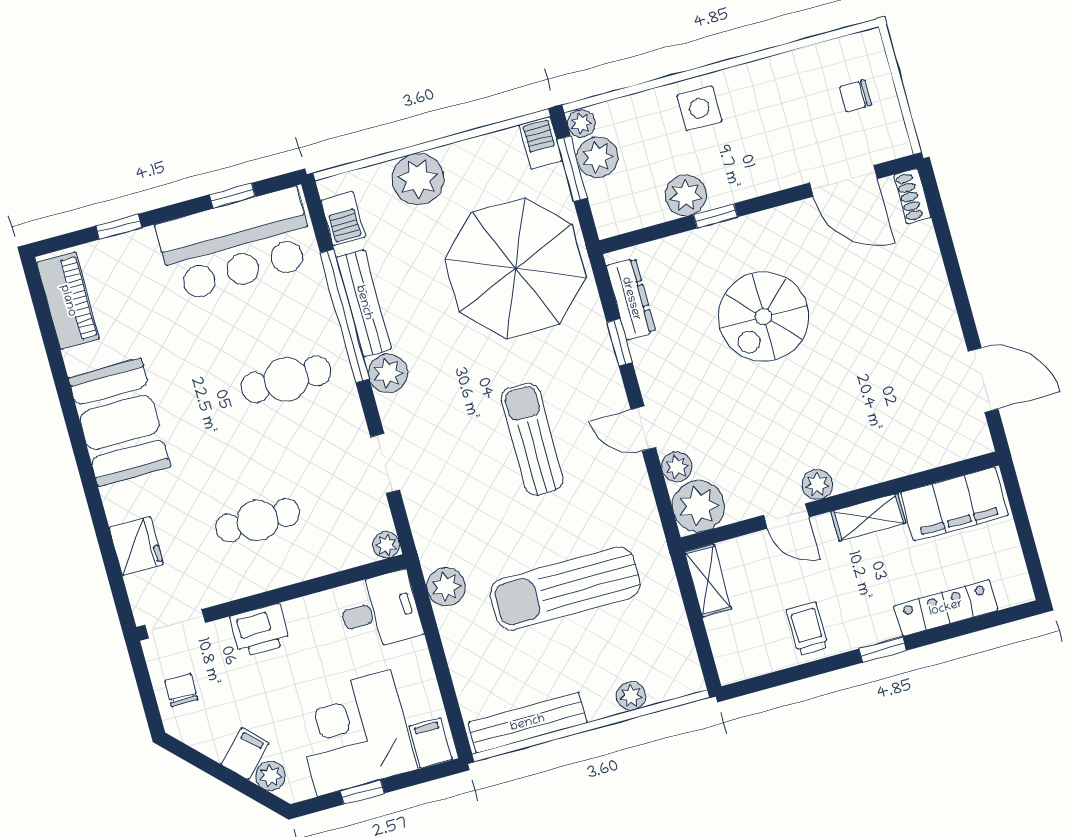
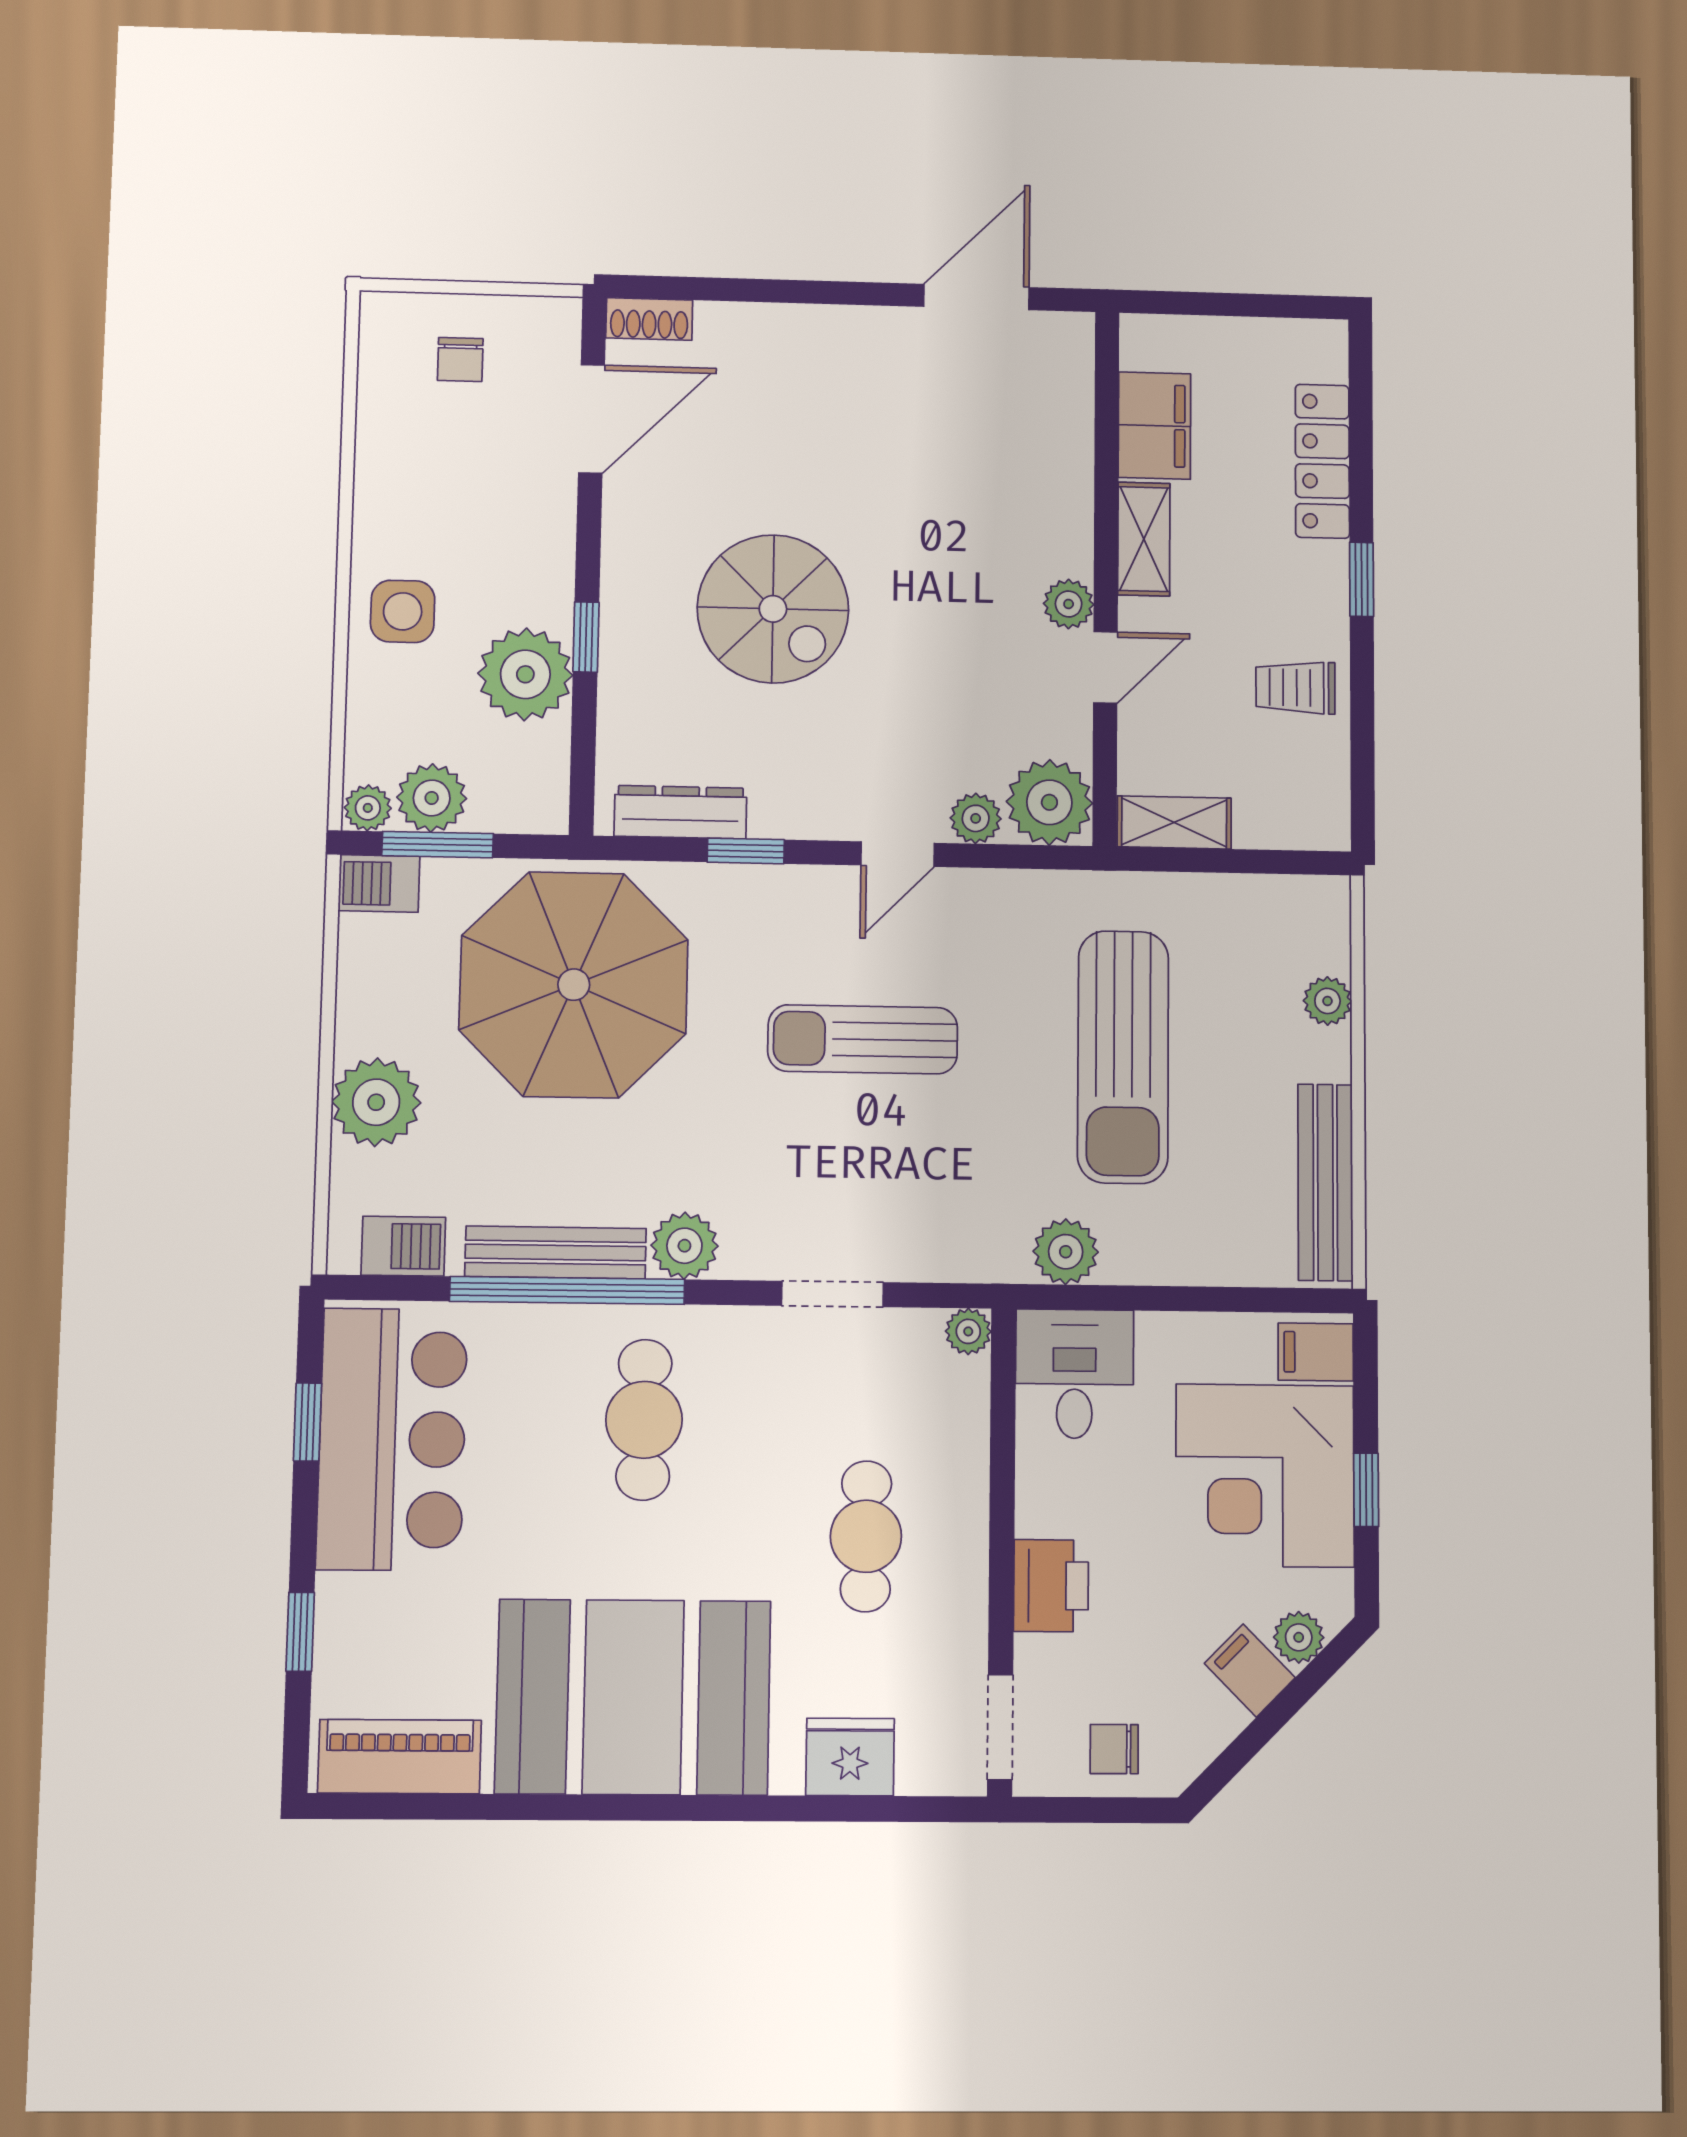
plant: (686, 195) -> (525, 674), width x1.36, depth x1.36
booth: (120, 422) -> (633, 1697), width x1.36, depth x1.42
filing cabinet: (954, 504) -> (1155, 426), width x0.67, depth x0.86

